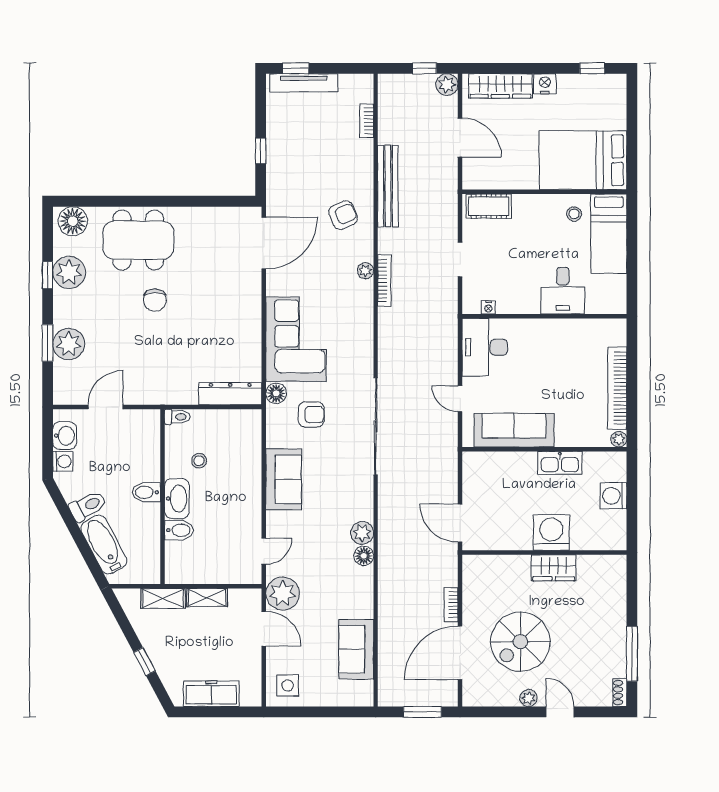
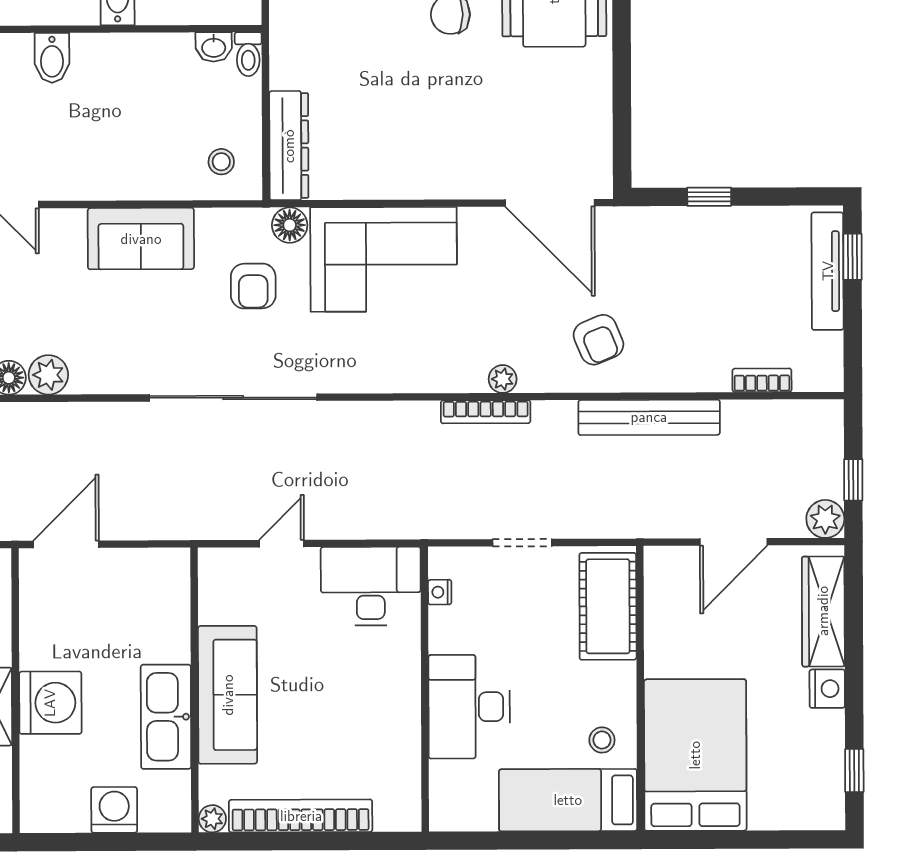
cot: (489, 206) -> (608, 606), width x1.37, depth x1.34
desk: (563, 291) -> (469, 707), width x1.37
sofa: (514, 430) -> (228, 695), moved
stool: (199, 461) -> (221, 162), moved
kitchen sink: (560, 463) -> (166, 717), width x1.36, depth x1.24
washbasin: (177, 499) -> (214, 47), moved, width x0.52, depth x0.69

